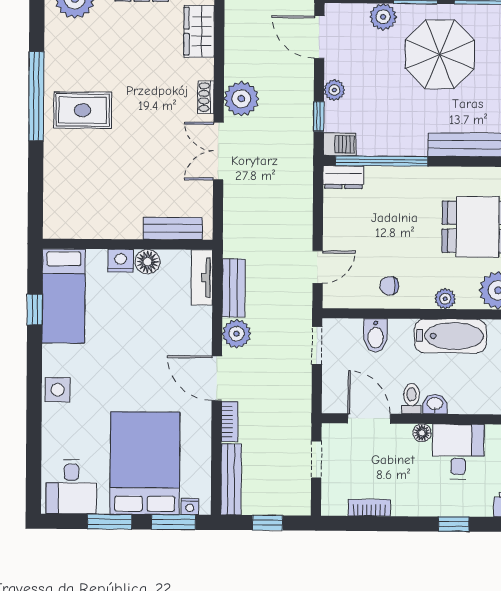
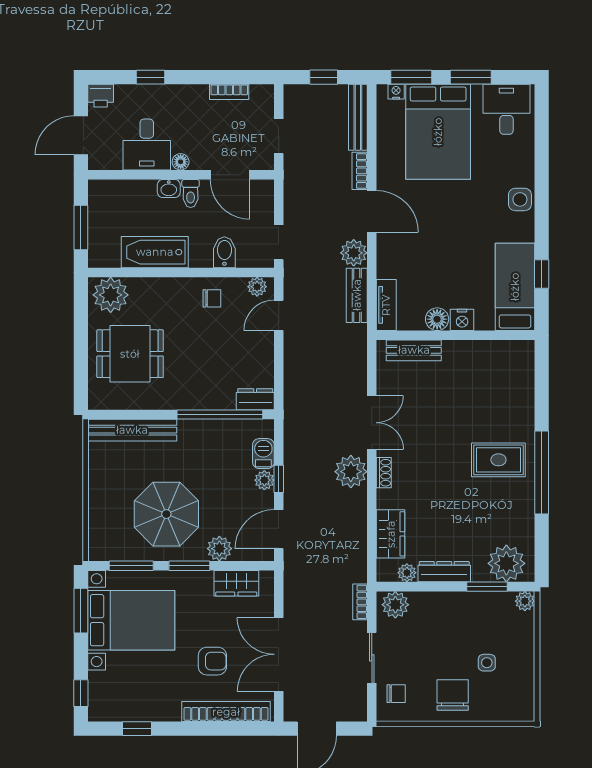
door: (319, 37) -> (279, 529), swing flipped
window: (319, 116) -> (279, 479), moved
barbecue: (340, 144) -> (263, 454), moved, turned 90
plant: (445, 299) -> (257, 287), moved

